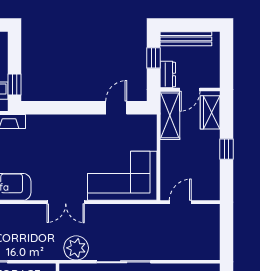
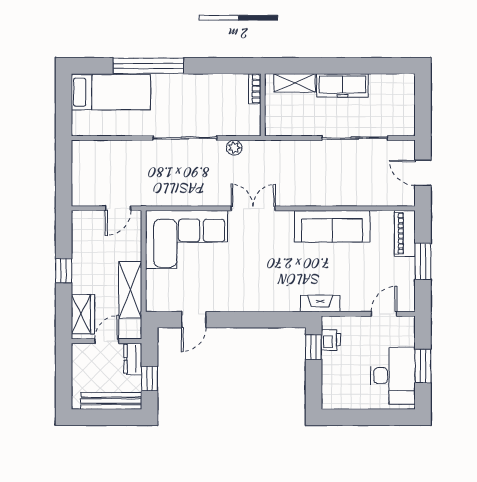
shelving: (170, 115) -> (130, 290), moved
plant: (76, 248) -> (234, 148), width x0.53, depth x0.53

